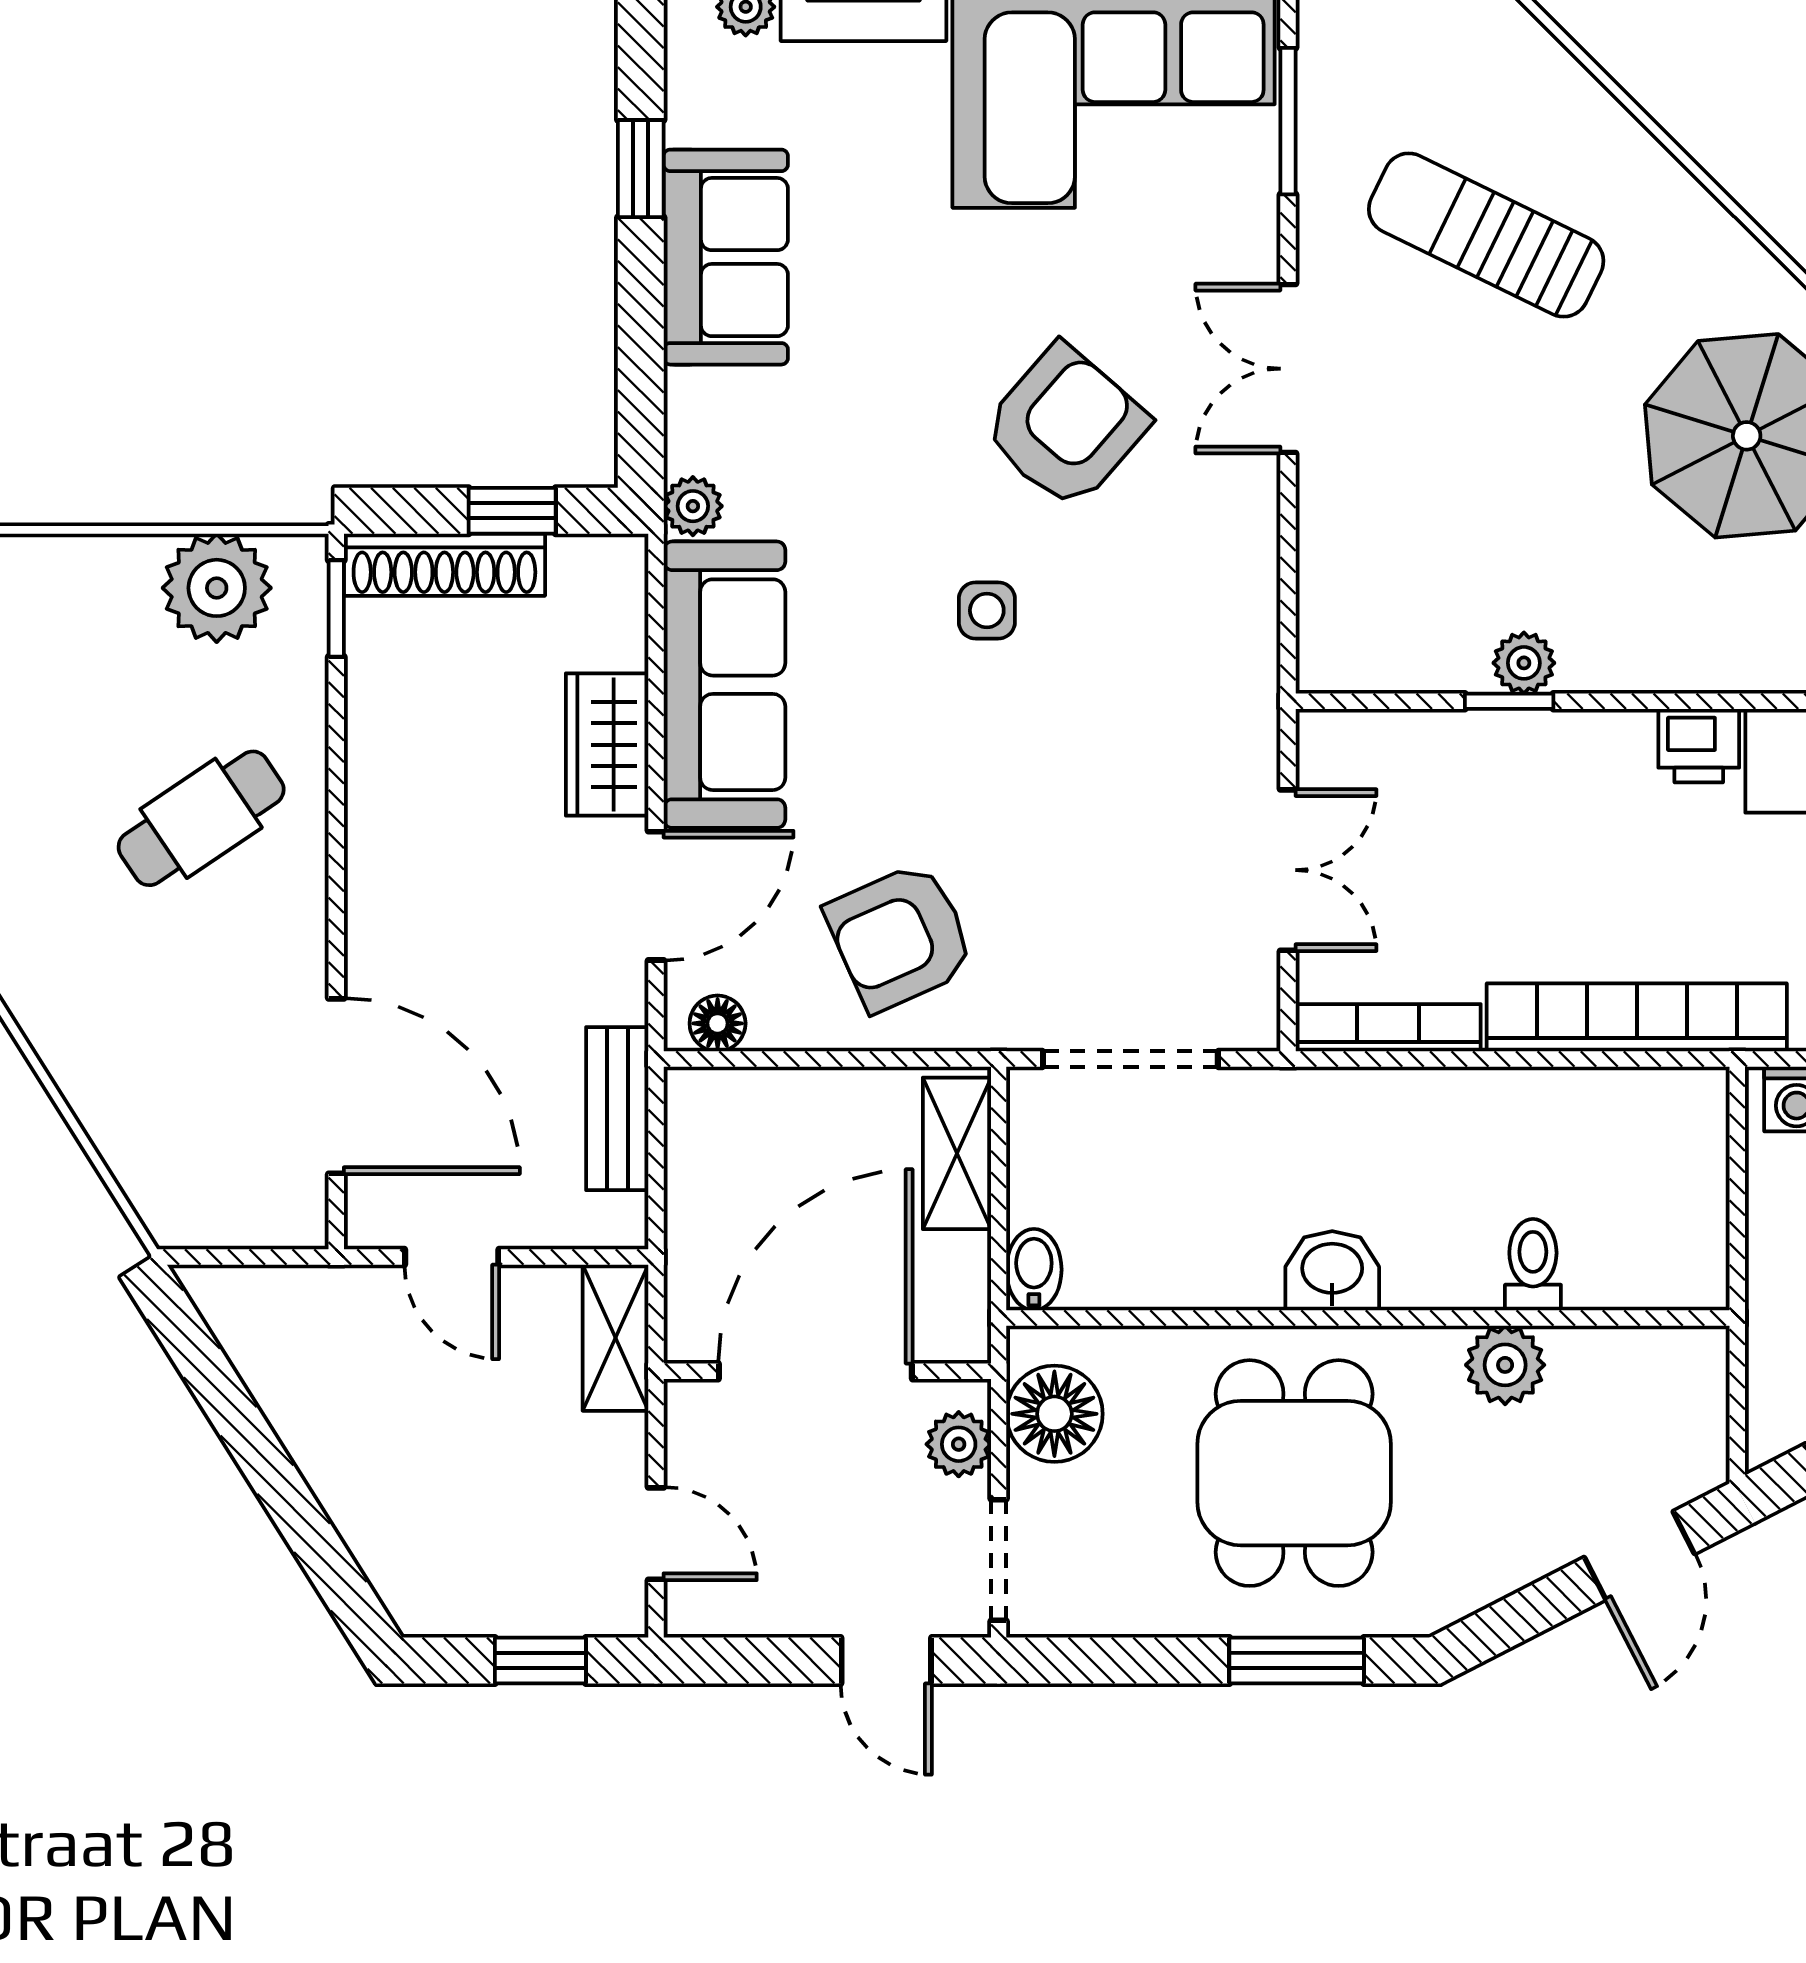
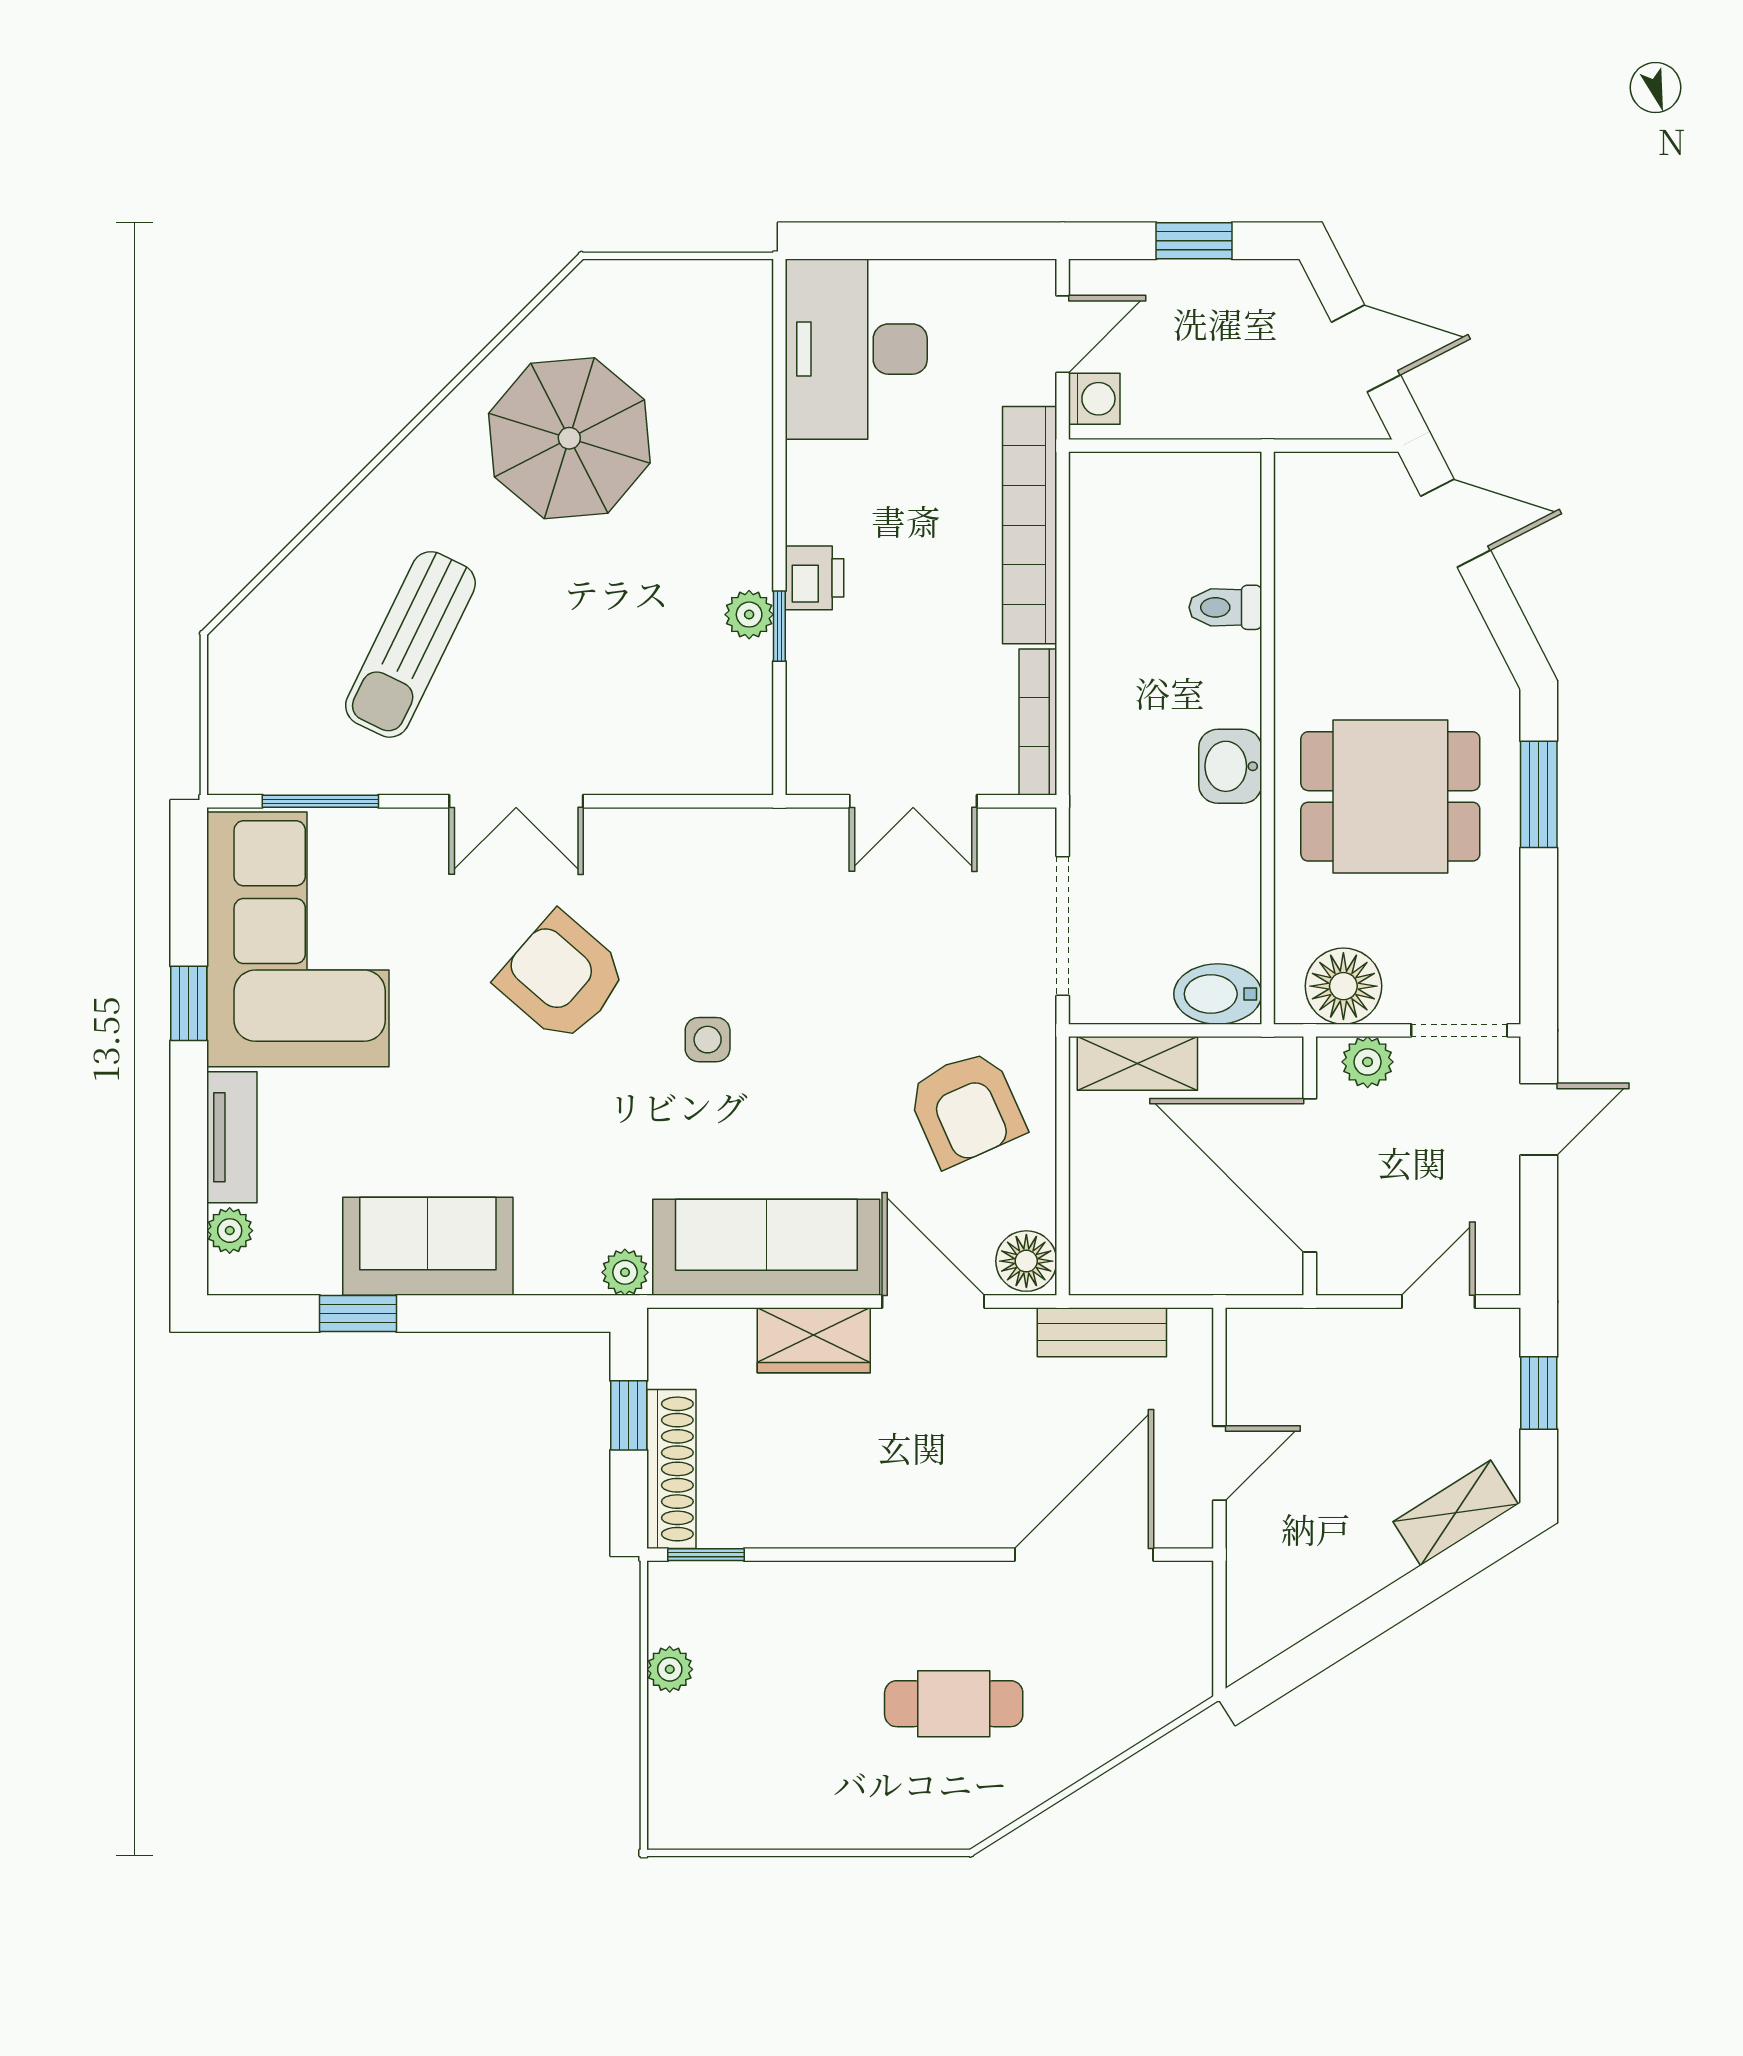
plant: (217, 588) -> (670, 1669), width x0.53, depth x0.53
printer: (1699, 746) -> (815, 578), moved
cafe table: (201, 818) -> (954, 1704), moved, turned -56
double door: (1288, 870) -> (913, 801), swing flipped
floor lamp: (718, 1023) -> (1026, 1261), width x1.37, depth x1.37
bidet: (1034, 1270) -> (1218, 994), width x1.38, depth x1.36
shelving: (615, 1338) -> (1456, 1513), moved, turned -32
plant: (1505, 1365) -> (1305, 629), removed

